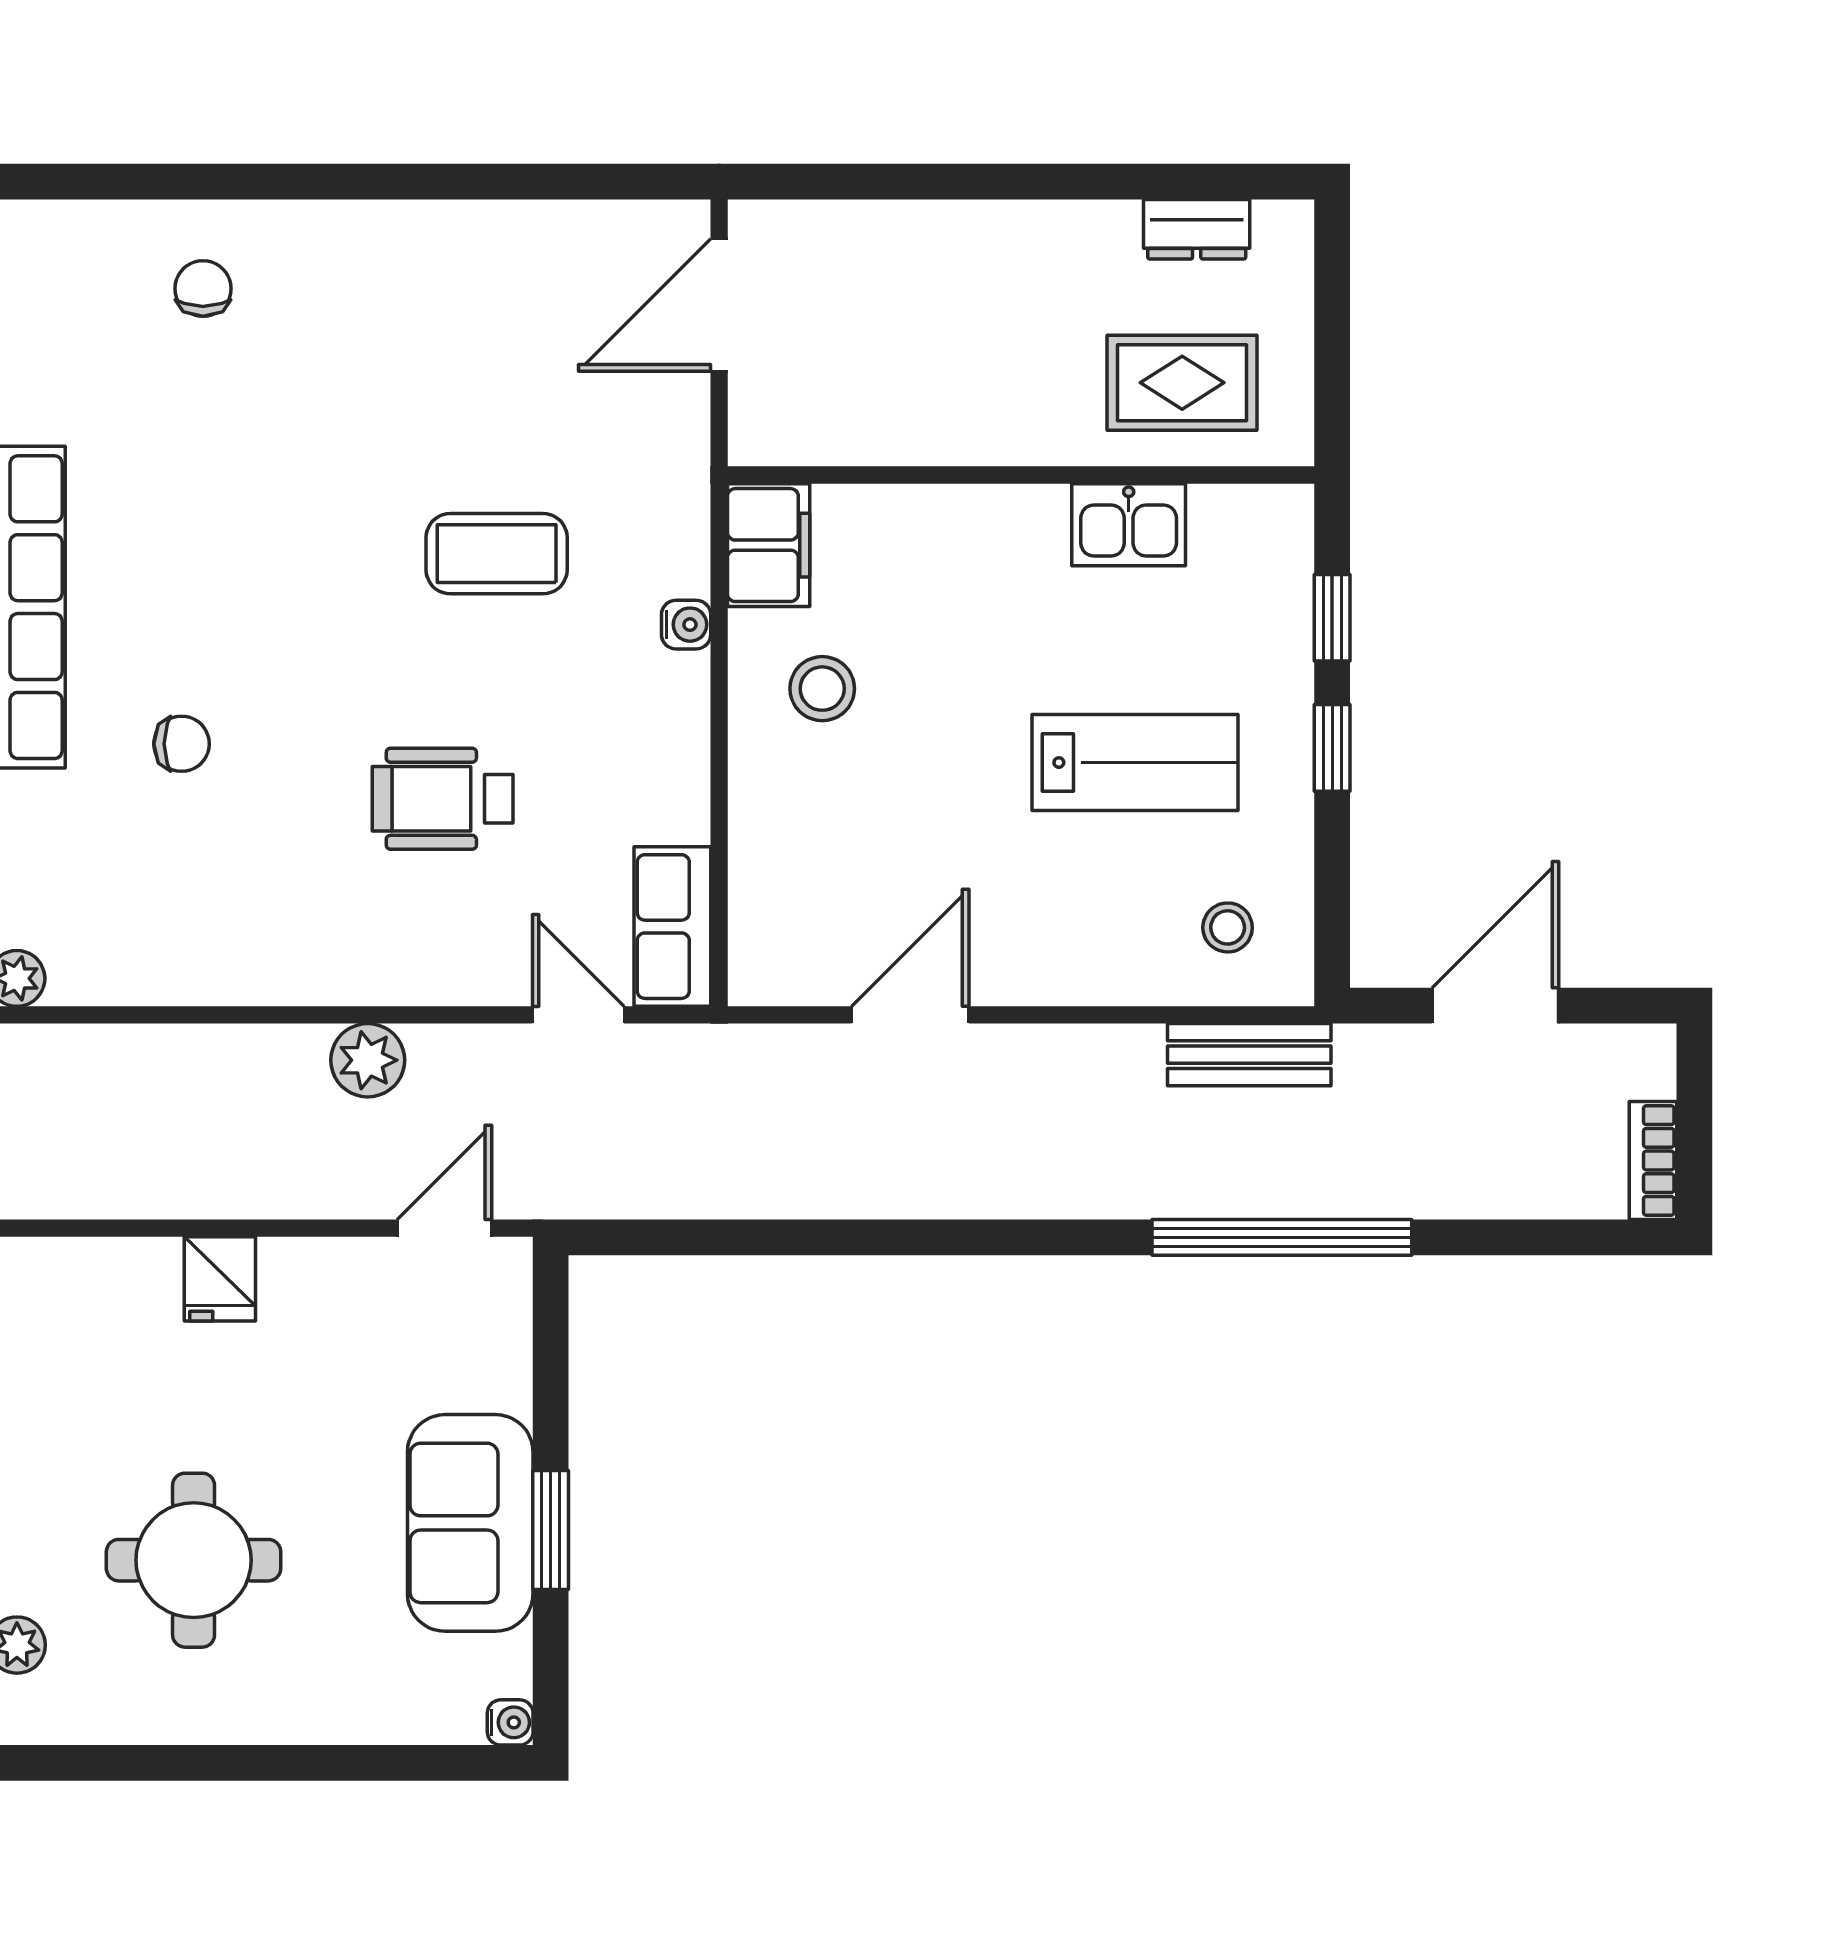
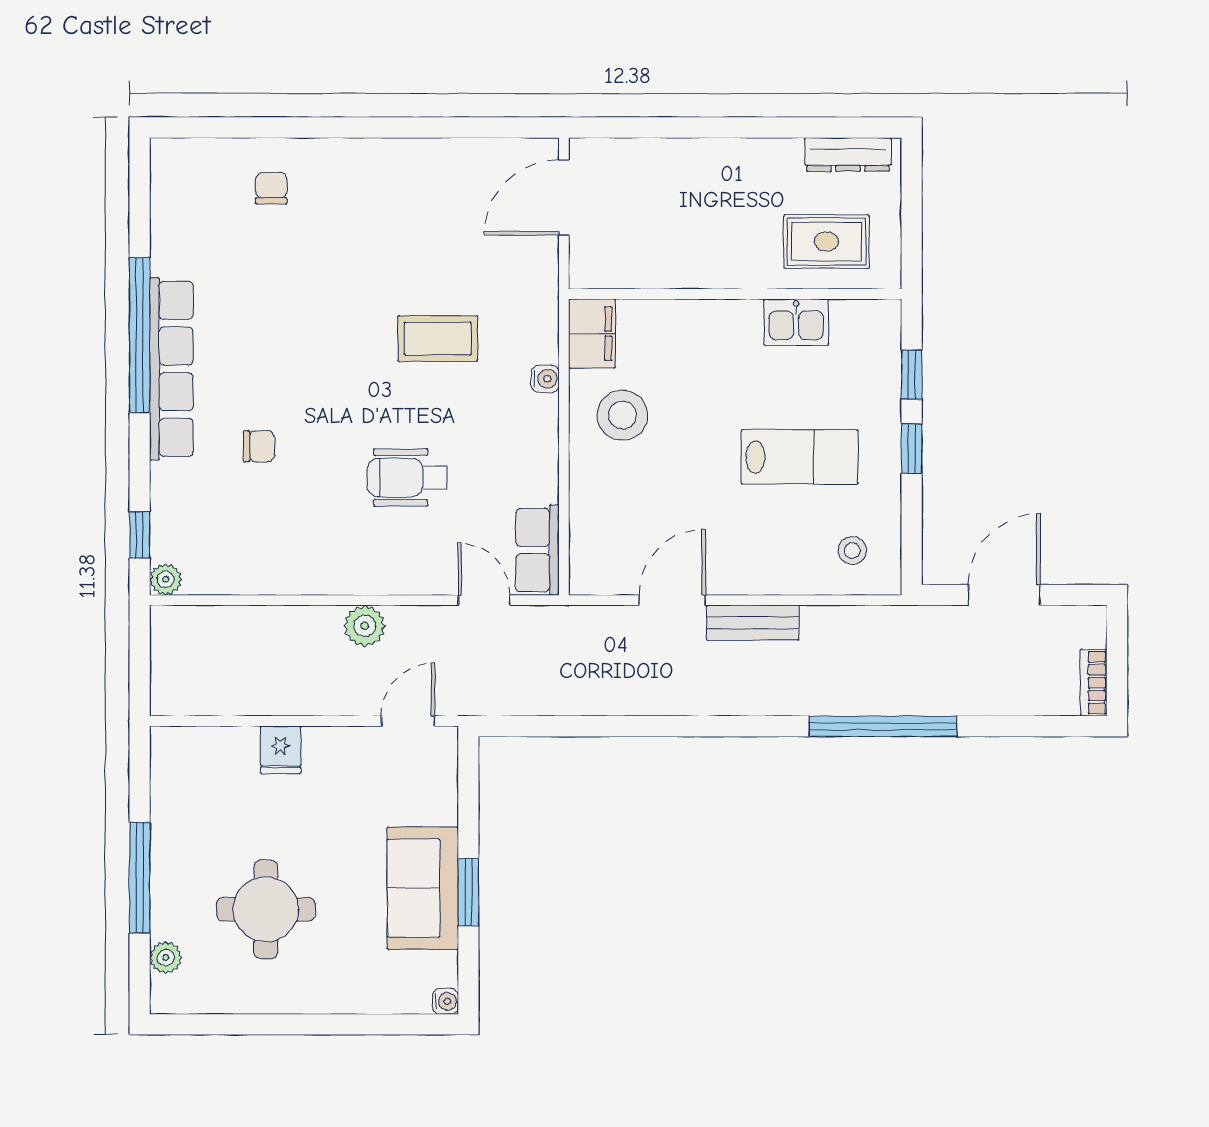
dresser: (1197, 229) -> (848, 155), width x1.44
stool: (822, 689) -> (622, 415), width x1.38, depth x1.38
bench: (1249, 1055) -> (753, 623), moved

